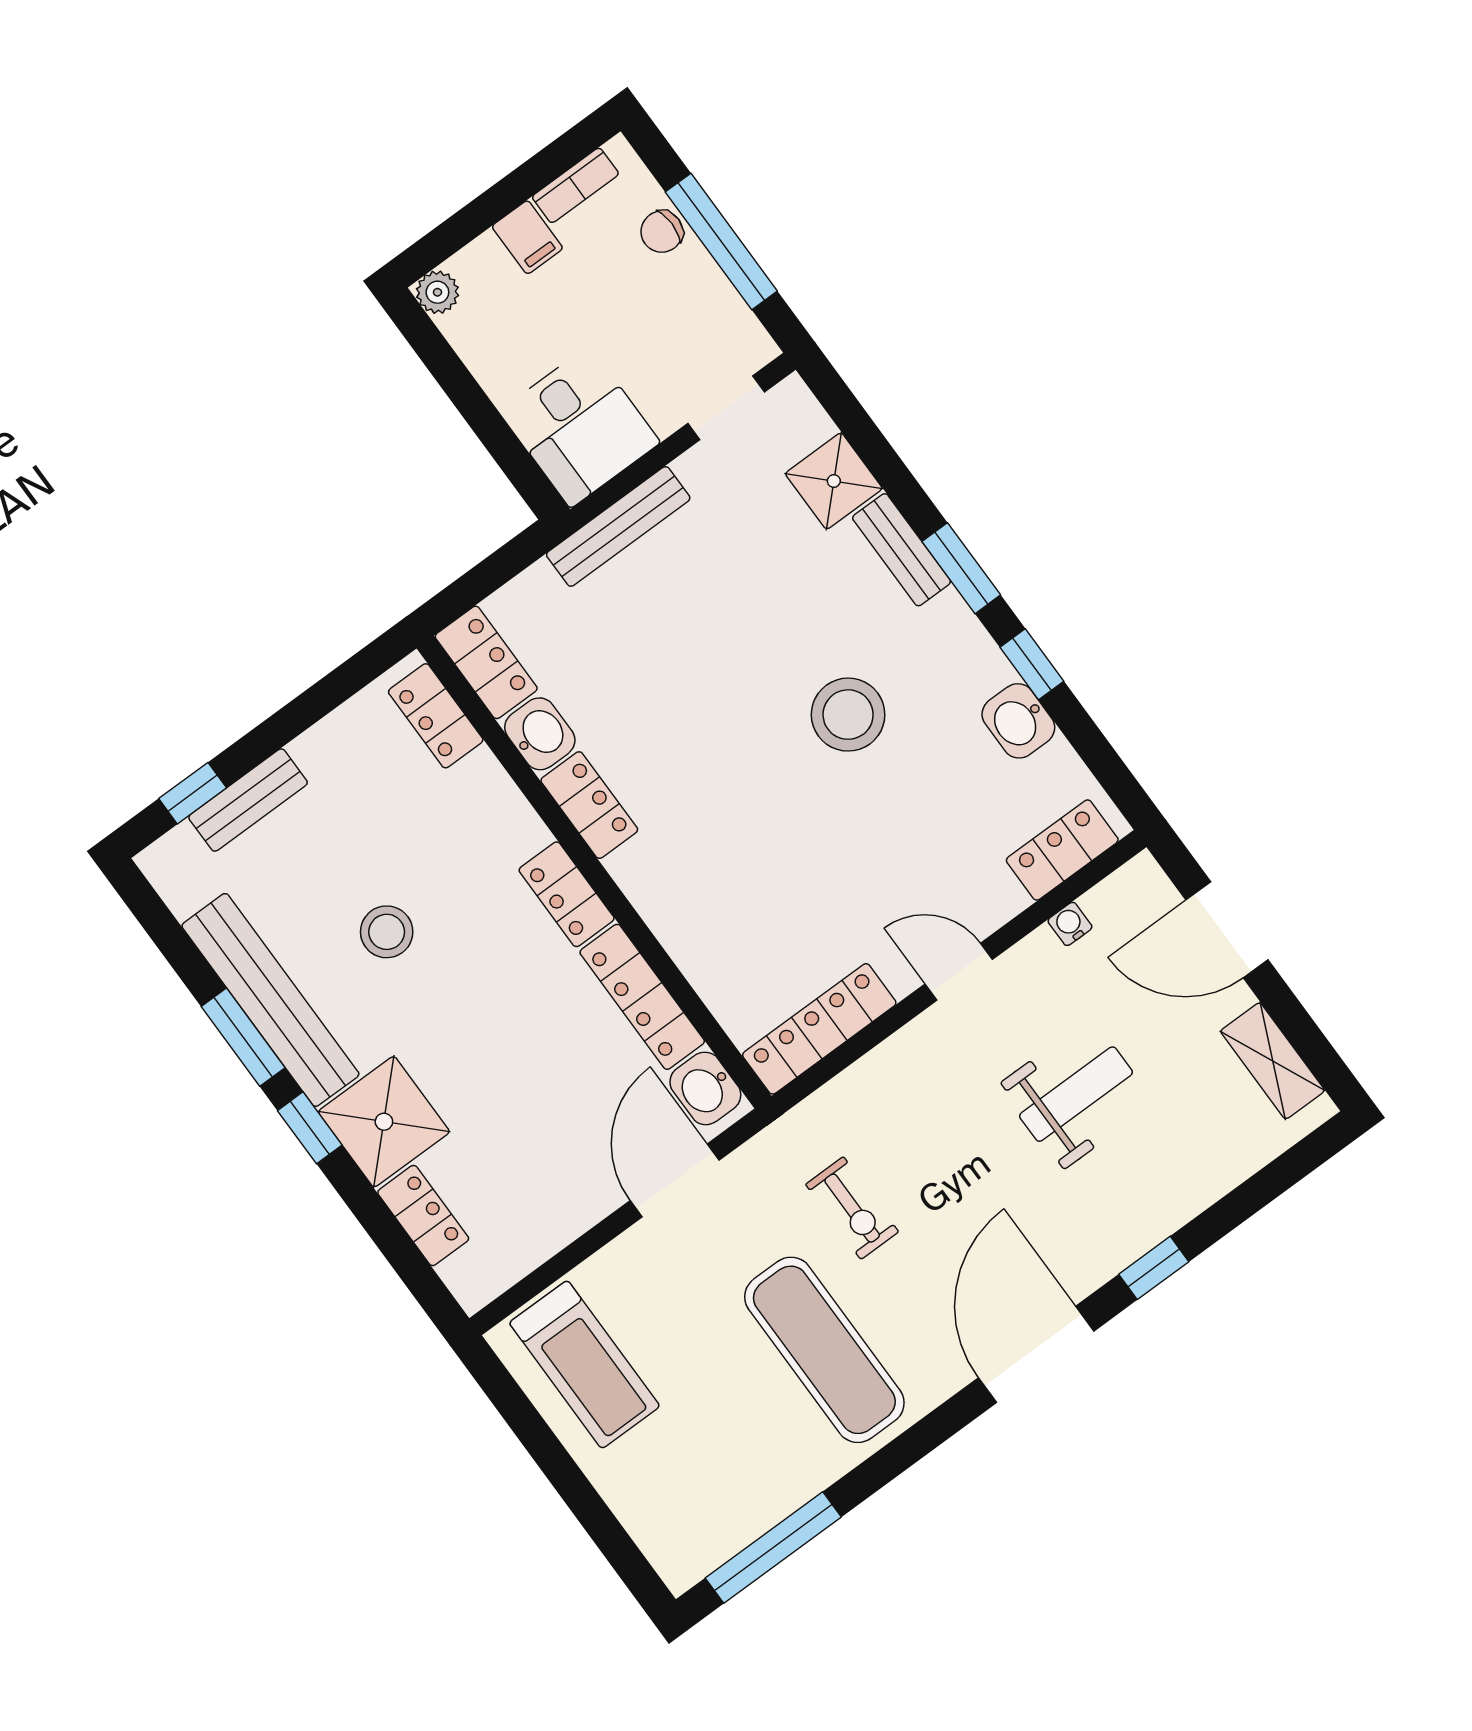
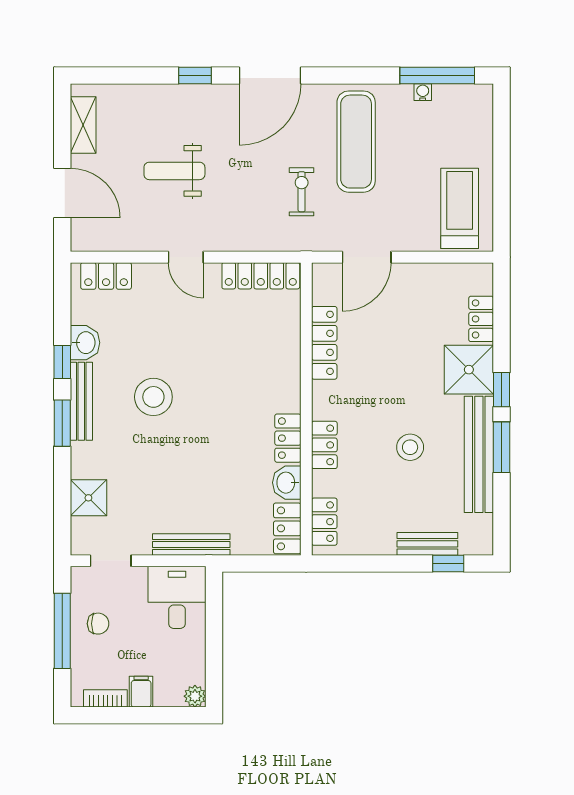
chair: (662, 232) -> (98, 624), moved
bench: (902, 550) -> (81, 401), moved, width x1.36
locker: (567, 894) -> (324, 445), moved
water cooler: (1070, 924) -> (423, 92), moved, turned 180
washbasin: (705, 1088) -> (326, 286), removed

